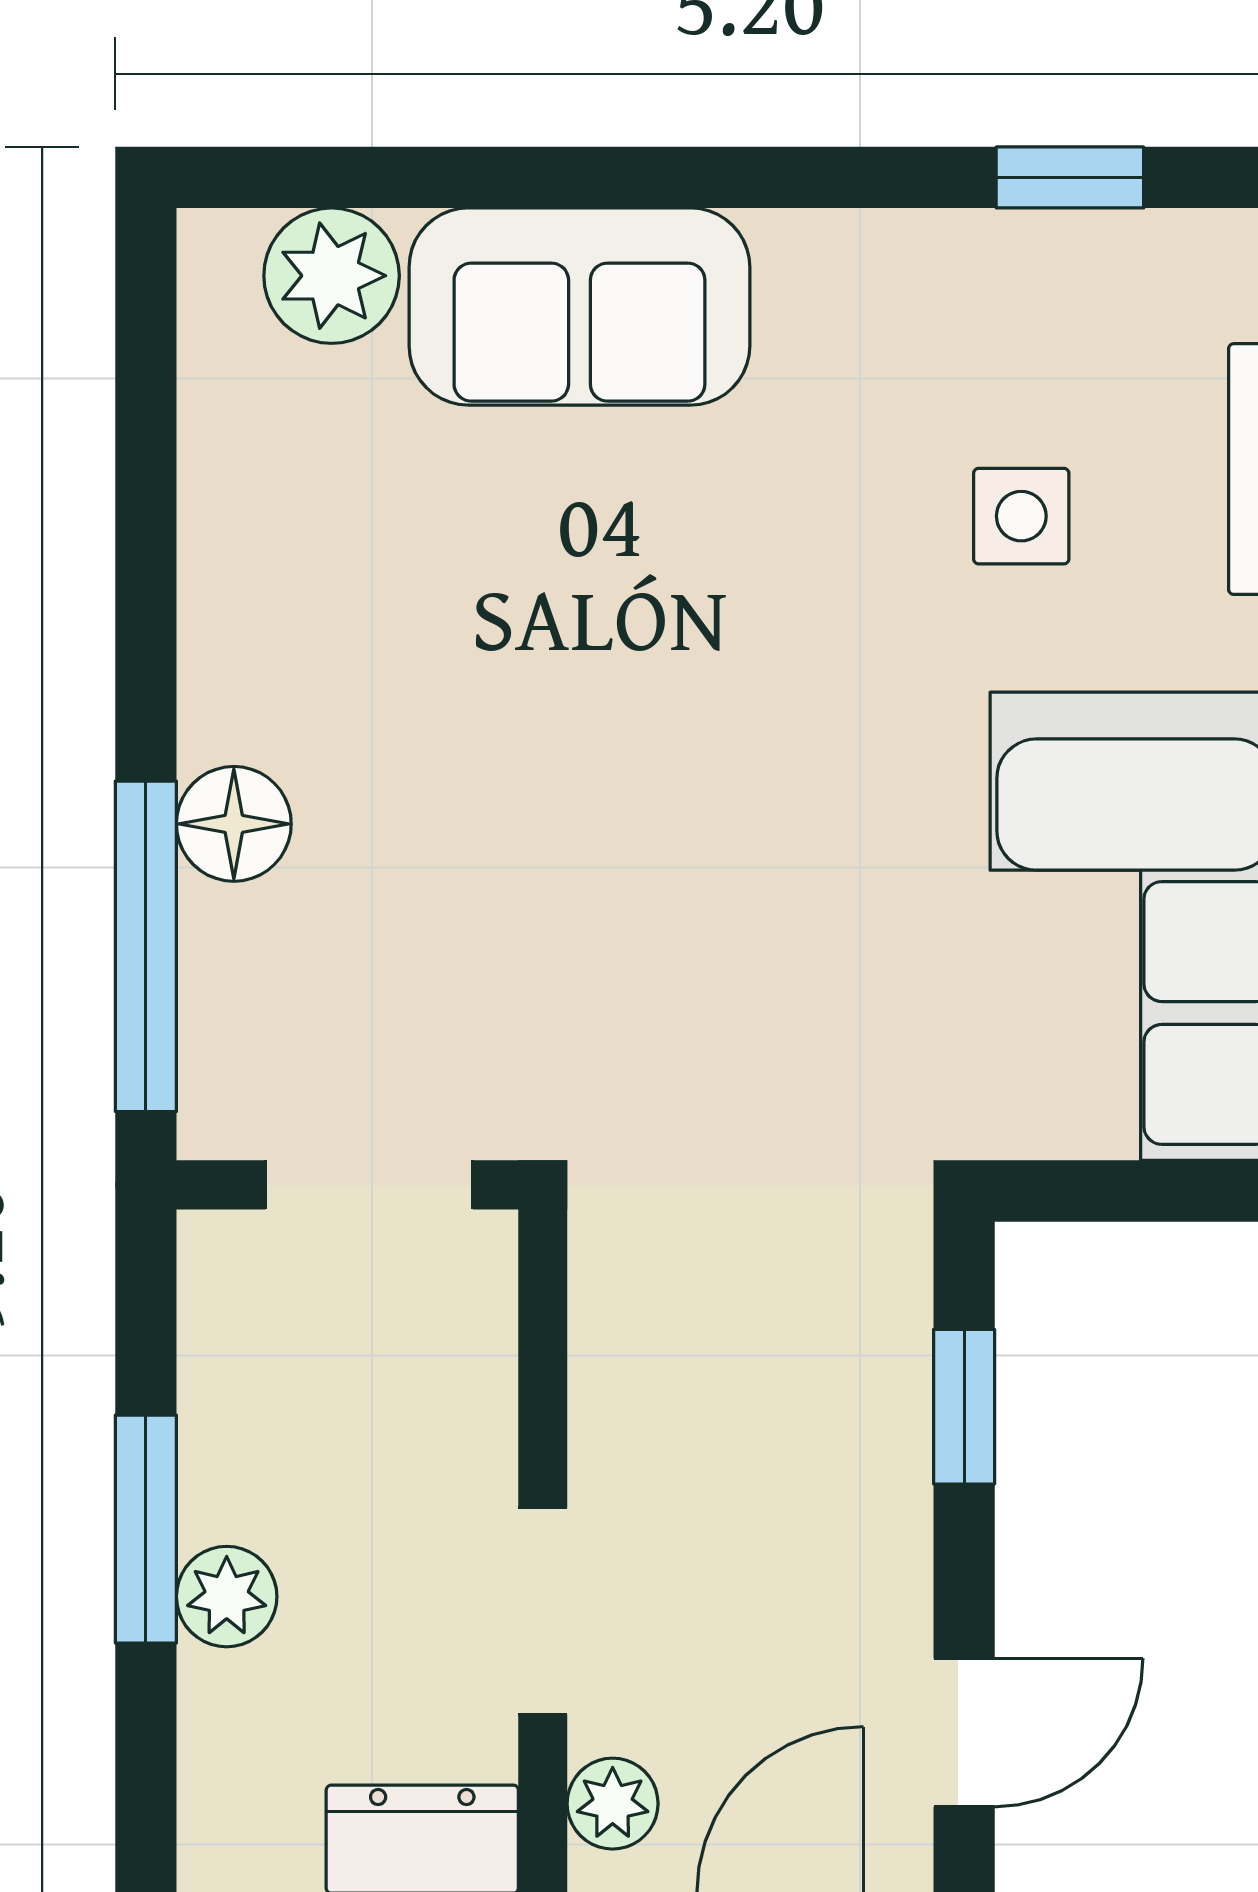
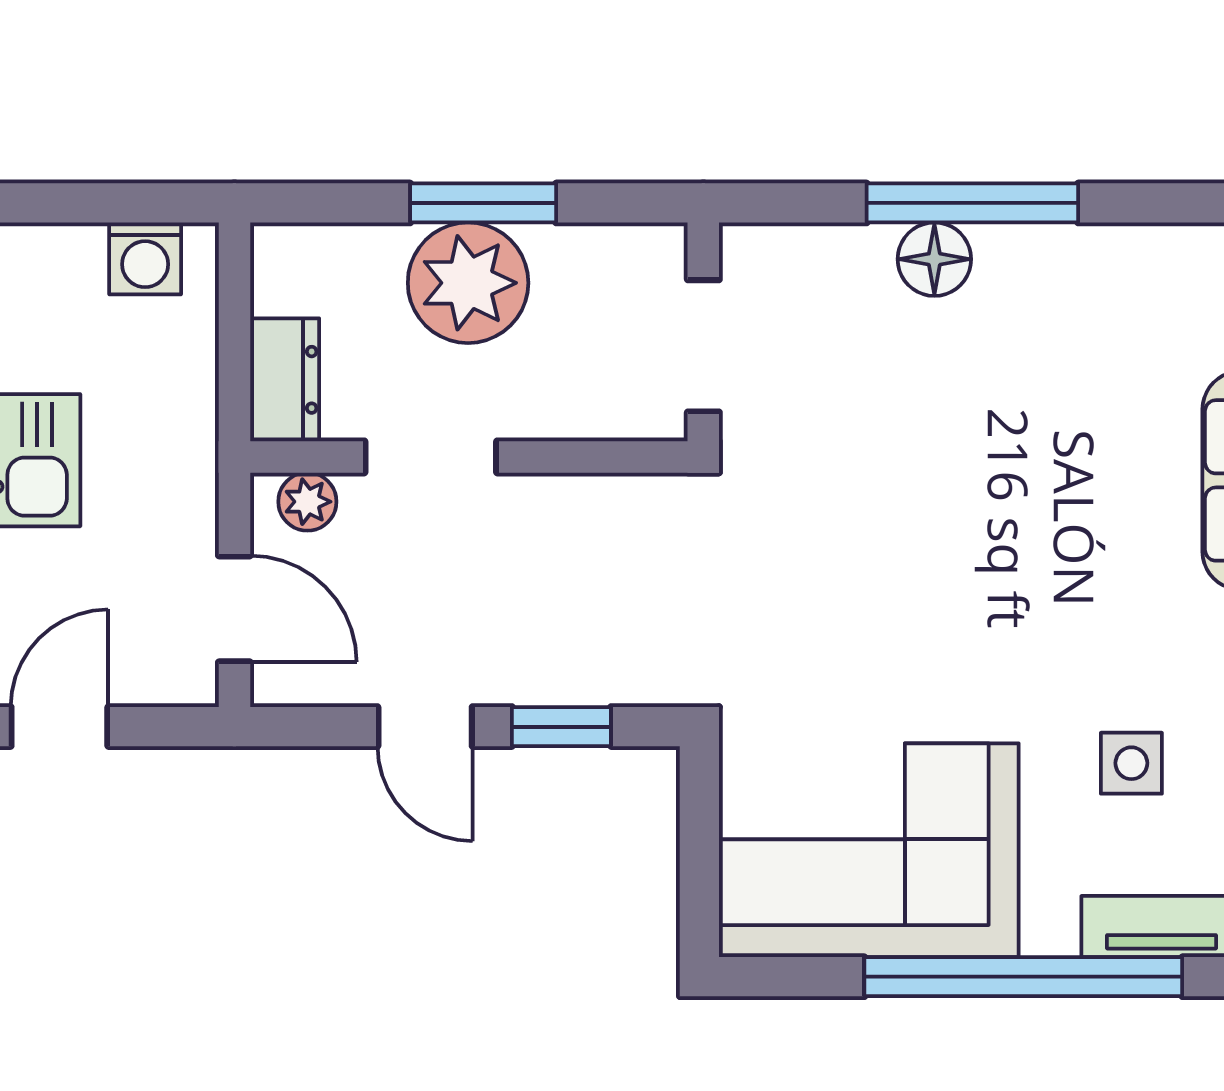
window: (146, 946) -> (972, 203), moved
plant: (227, 1597) -> (468, 283), width x1.87, depth x1.87
door: (964, 1733) -> (425, 727), moved

